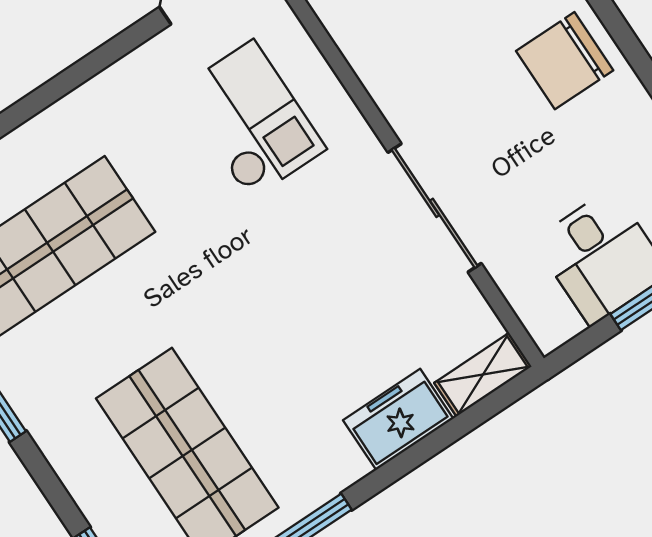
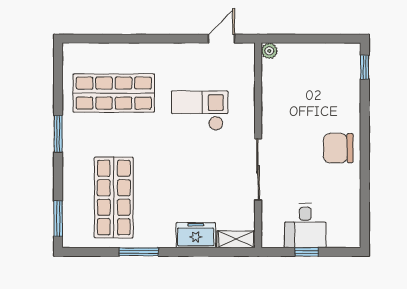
checkout: (252, 120) -> (200, 111), moved, turned -90

